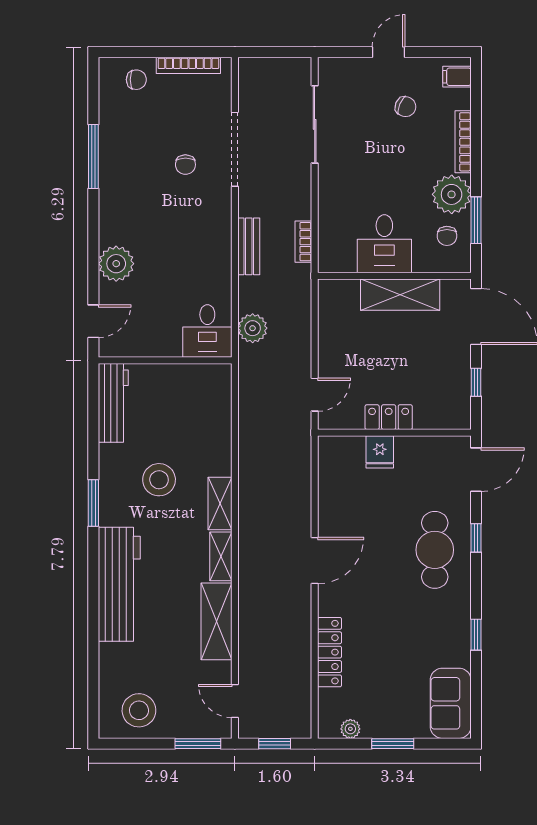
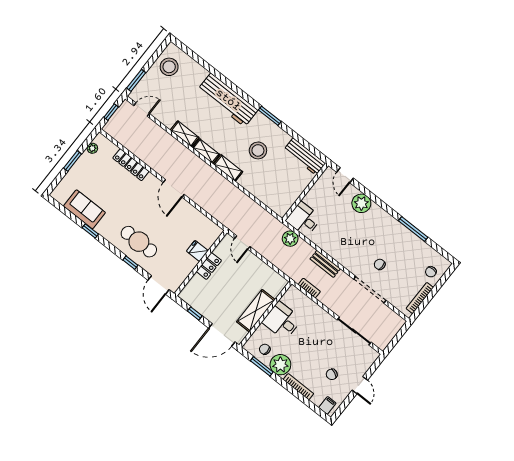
shelving: (217, 621) -> (185, 134), width x0.67, depth x0.75
sofa: (451, 703) -> (84, 209), moved

